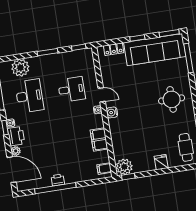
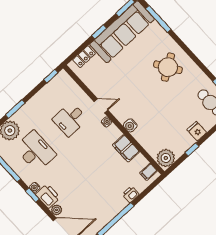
window: (48, 52) -> (15, 109), moved
desk: (71, 89) -> (70, 119), turned 180
round table: (172, 99) -> (168, 67), turned -33
water cooler: (112, 112) -> (130, 125), moved
window: (128, 177) -> (192, 150), moved
printer: (58, 180) -> (131, 194), moved

